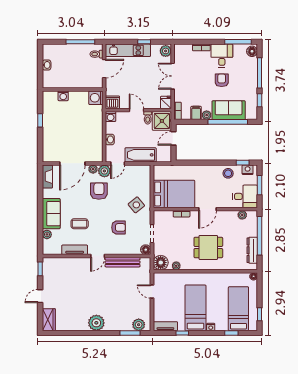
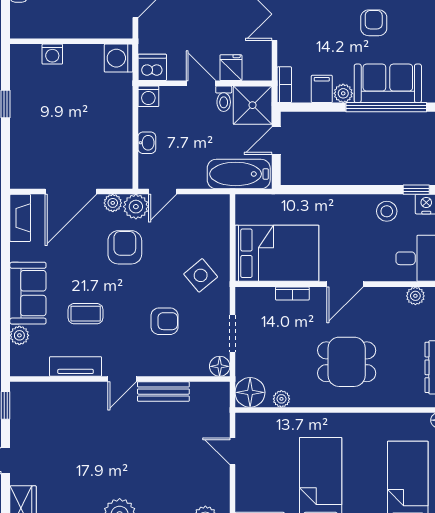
fridge: (166, 102) -> (231, 68), moved
bathtub: (141, 155) -> (239, 174), moved
bench: (123, 262) -> (163, 392), width x0.73

